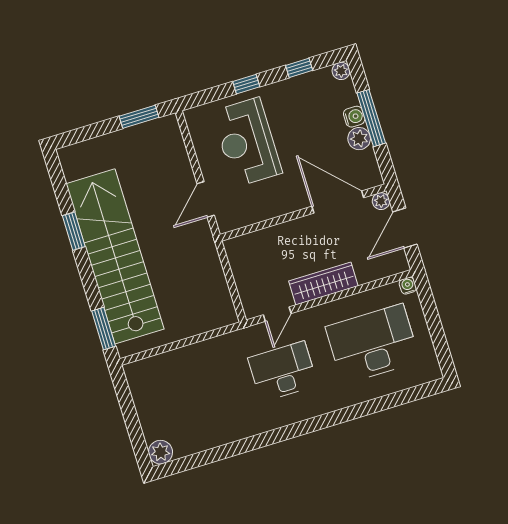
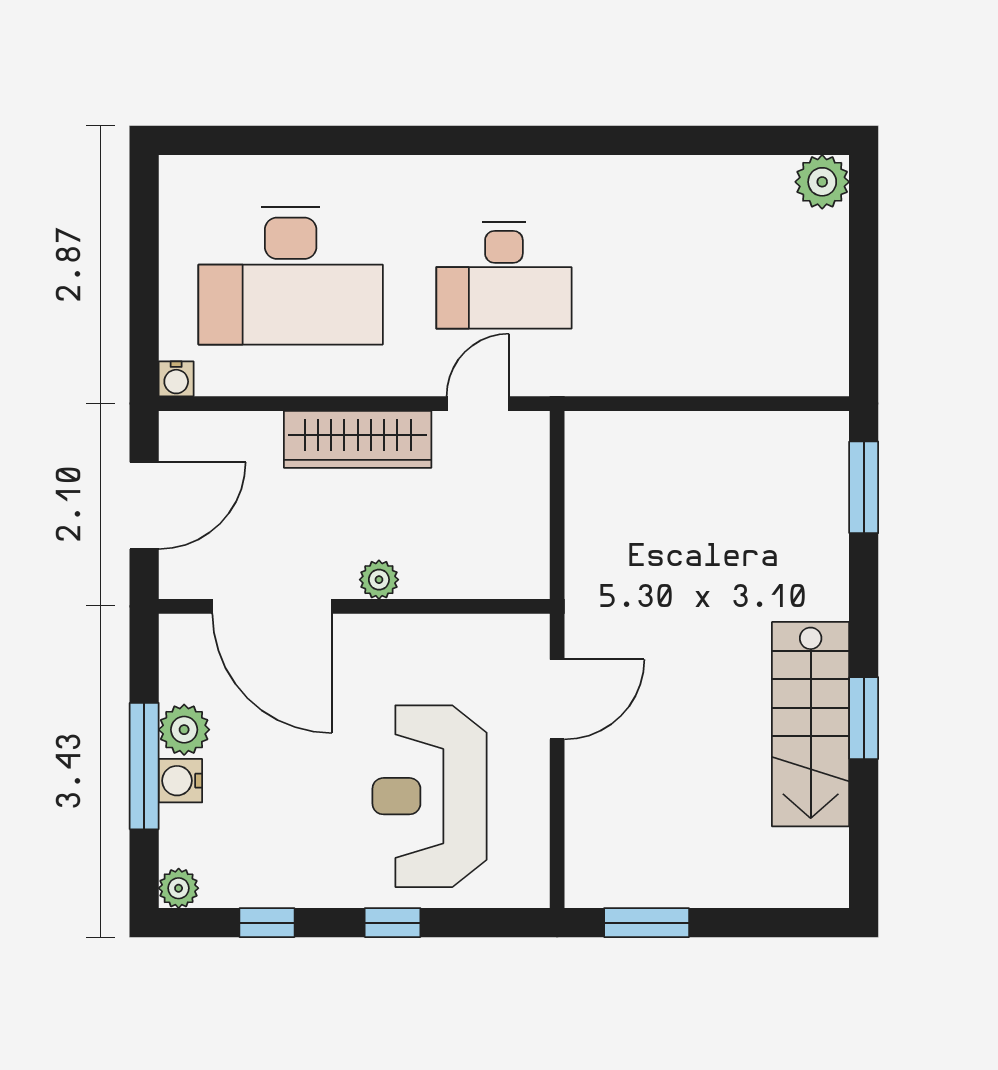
reception desk: (247, 142) -> (430, 796), turned 180
plant: (381, 201) -> (379, 580), moved
stairs: (115, 256) -> (811, 724), width x0.54, depth x0.66

